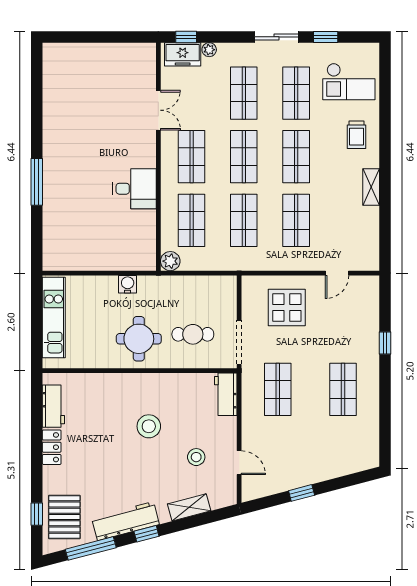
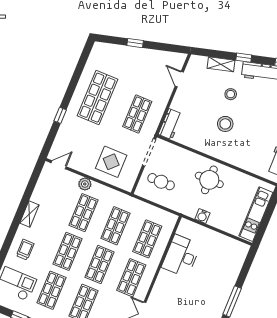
desk: (134, 189) -> (181, 256), moved, width x1.37
plant: (170, 261) -> (85, 184), moved
door: (337, 273) -> (59, 165), moved
cafe table: (193, 334) -> (161, 182), moved
shop shelf: (343, 389) -> (97, 98), width x1.43, depth x1.36
stool: (196, 457) -> (231, 94), moved
window: (302, 493) -> (135, 43), moved
window: (146, 534) -> (244, 58), moved

